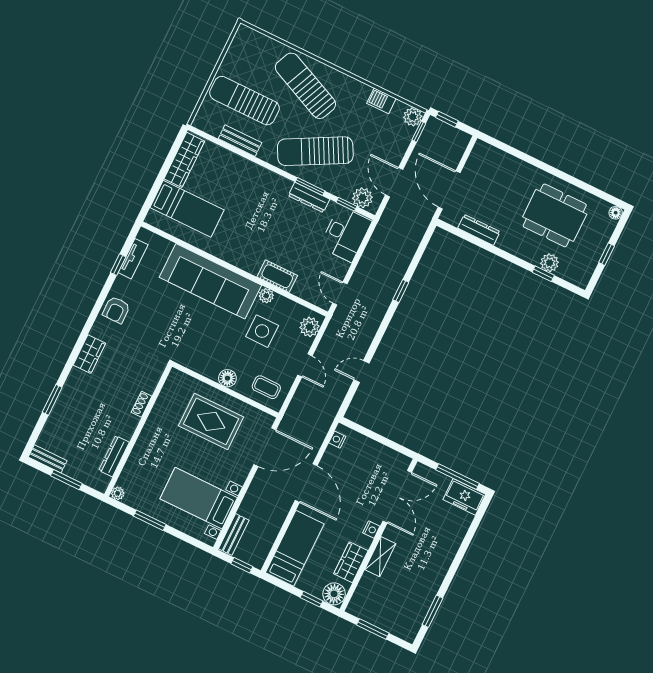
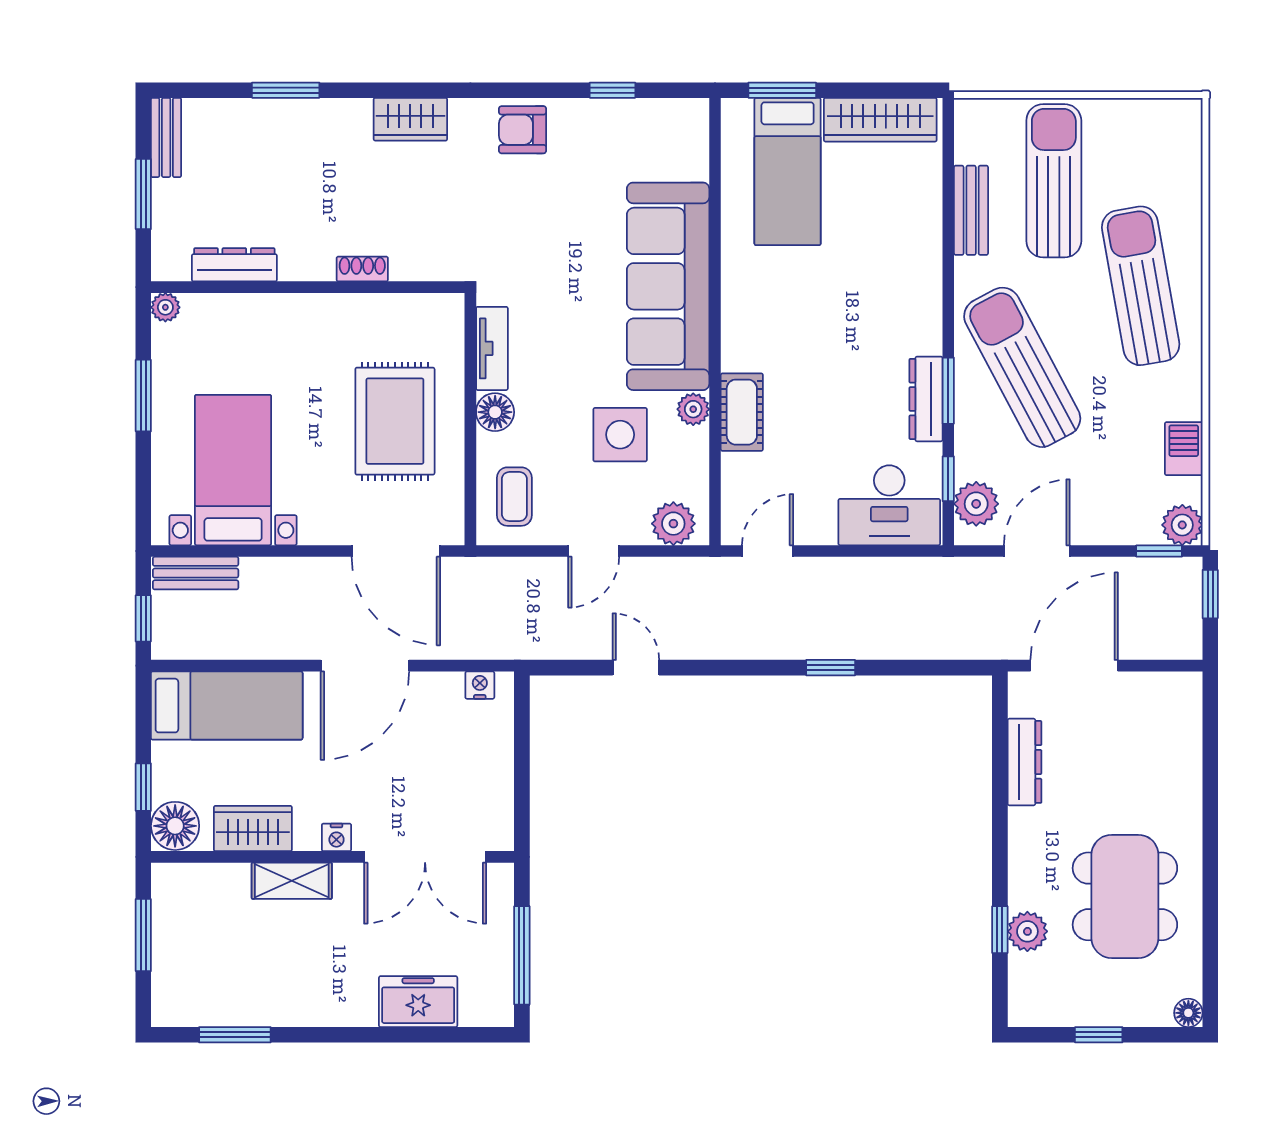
sun lounger: (305, 86) -> (1141, 286), turned -34
window: (152, 195) -> (782, 90), added
tv unit: (133, 259) -> (492, 348), moved, turned -90
freezer: (464, 497) -> (418, 1002), moved, turned 90

